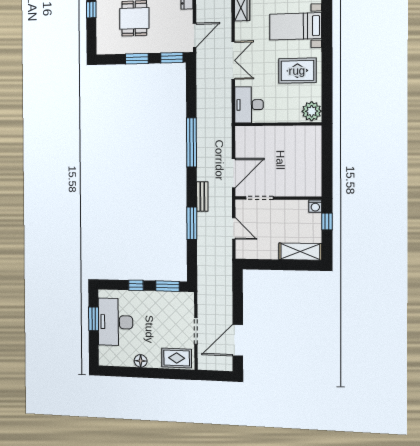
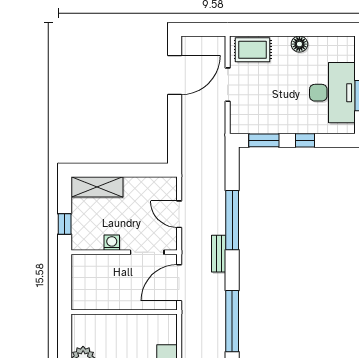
wall: (278, 124) -> (124, 312), moved
washing machine: (315, 206) -> (112, 243), moved
window: (192, 223) -> (232, 220), width x1.46

